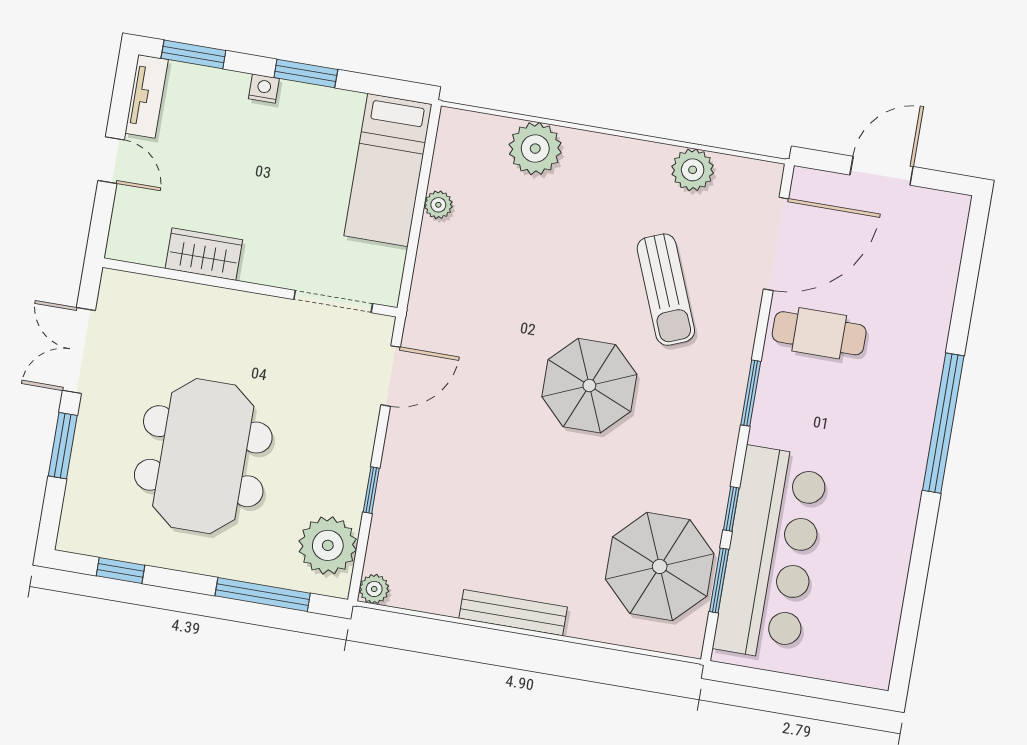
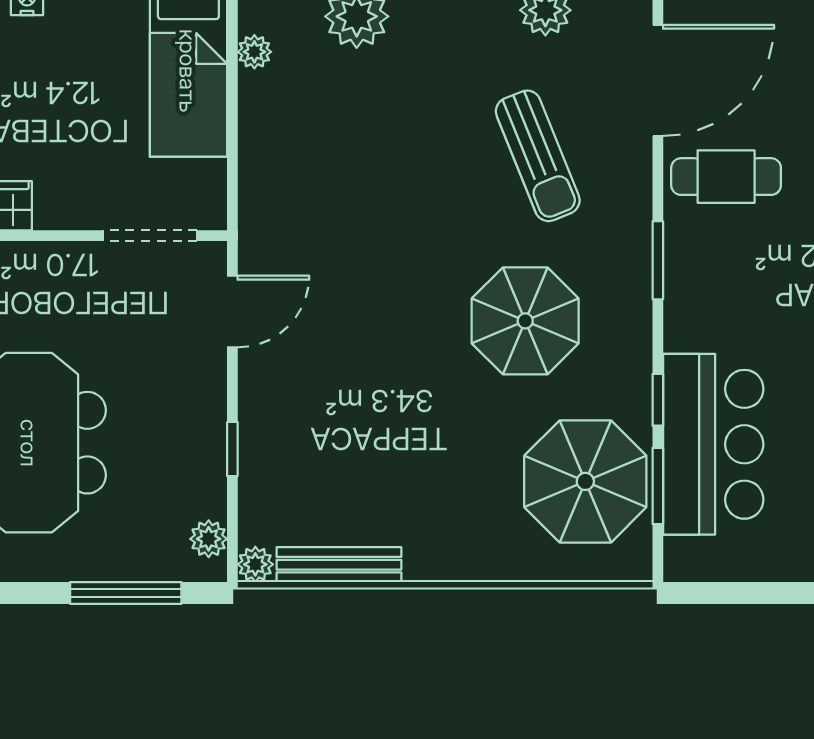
plant: (438, 205) -> (254, 52), moved
parasol: (589, 386) -> (525, 321), moved
plant: (328, 545) -> (209, 539), width x0.53, depth x0.53
bar counter: (771, 554) -> (713, 444), width x0.73
bench: (513, 613) -> (339, 565), moved

